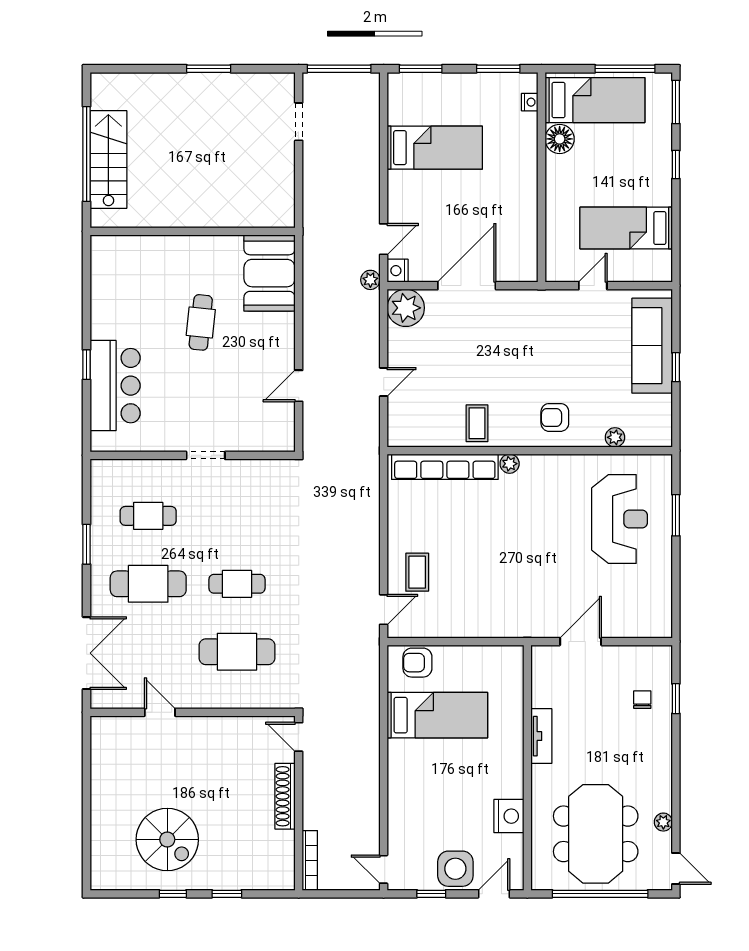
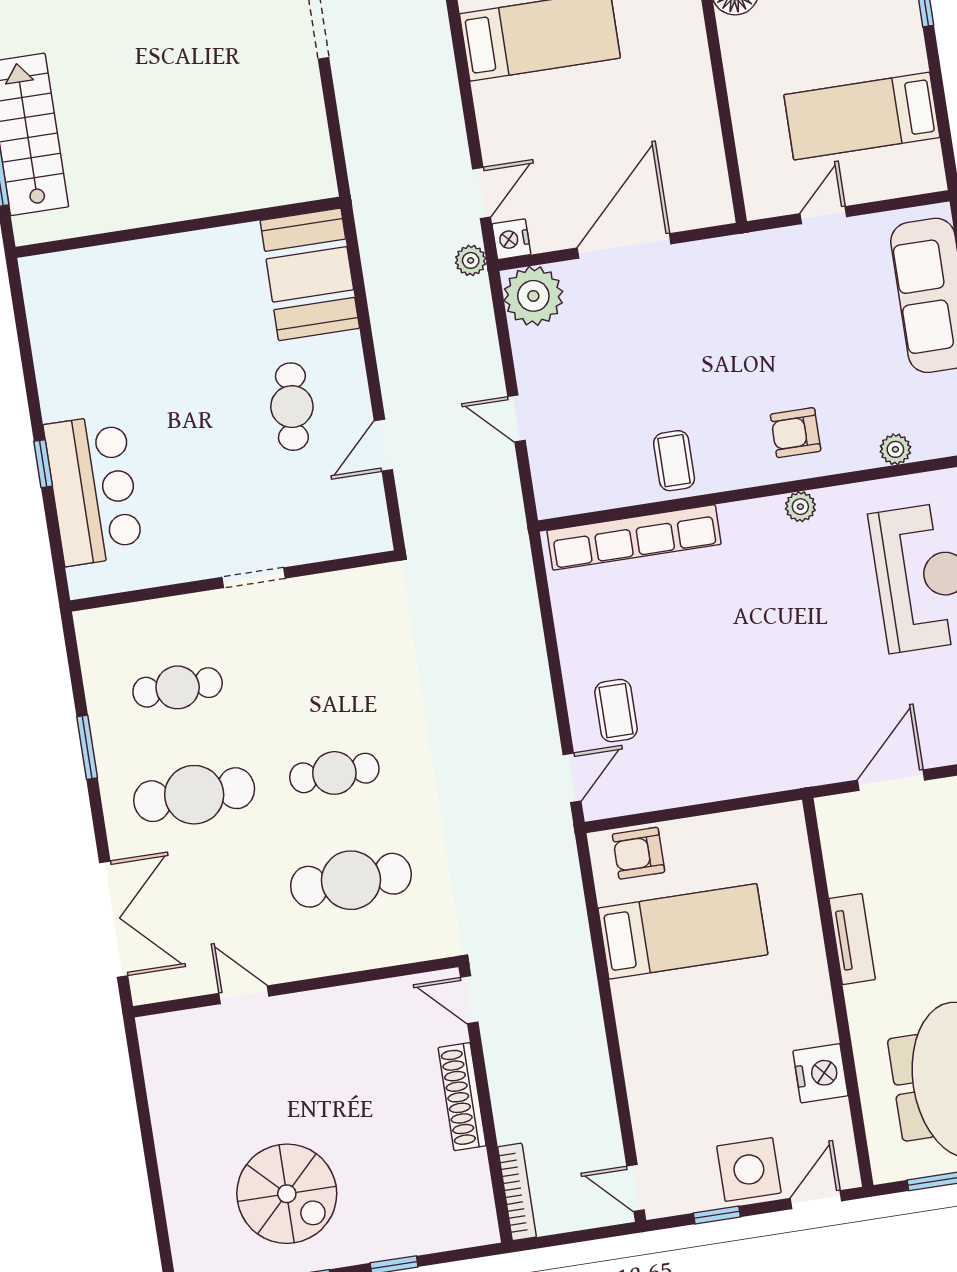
cafe table: (201, 322) -> (292, 407), moved
door: (384, 382) -> (516, 418), swing flipped
plant: (510, 464) -> (800, 507), moved

